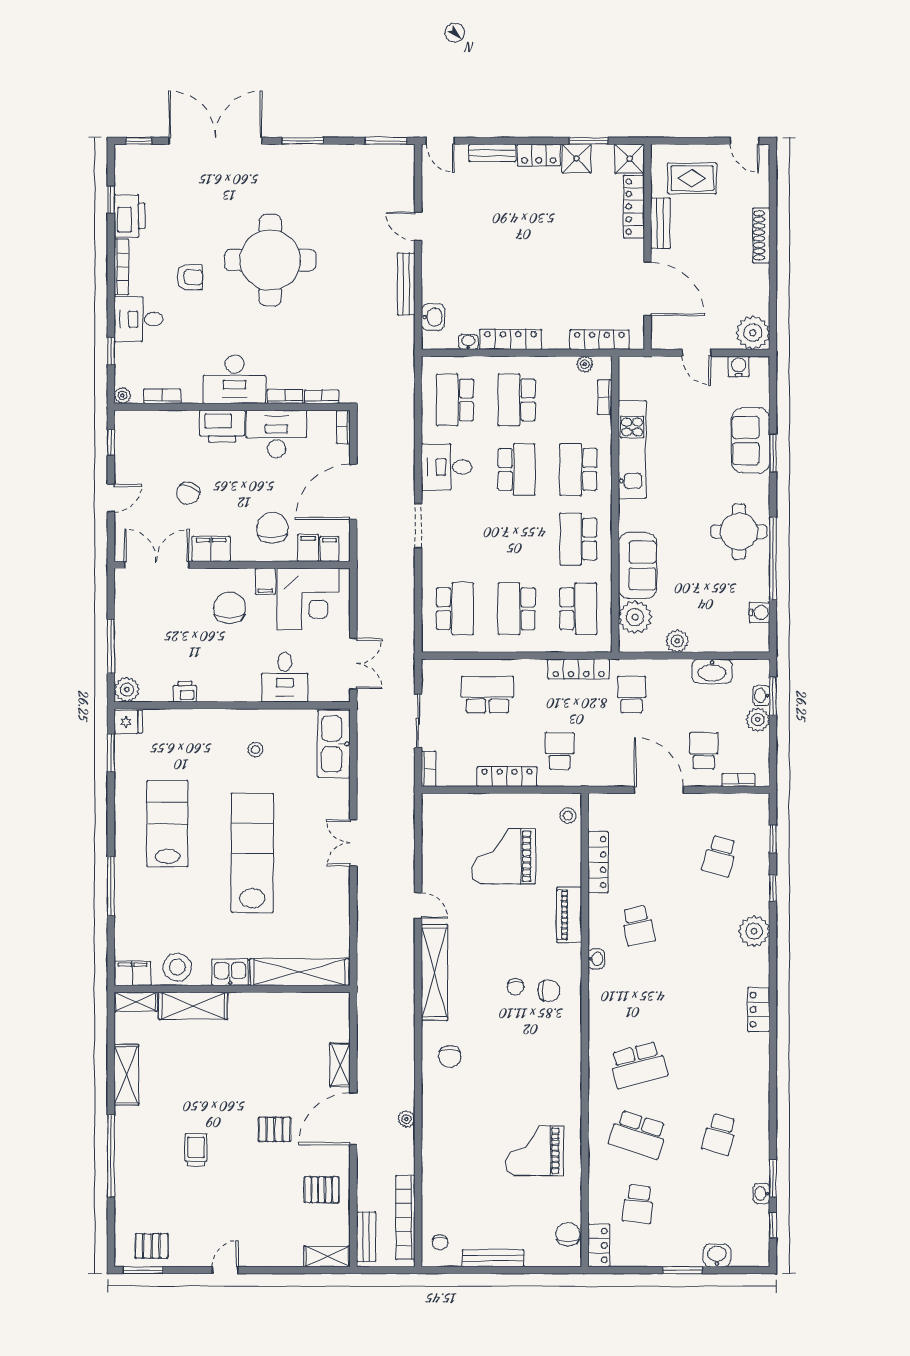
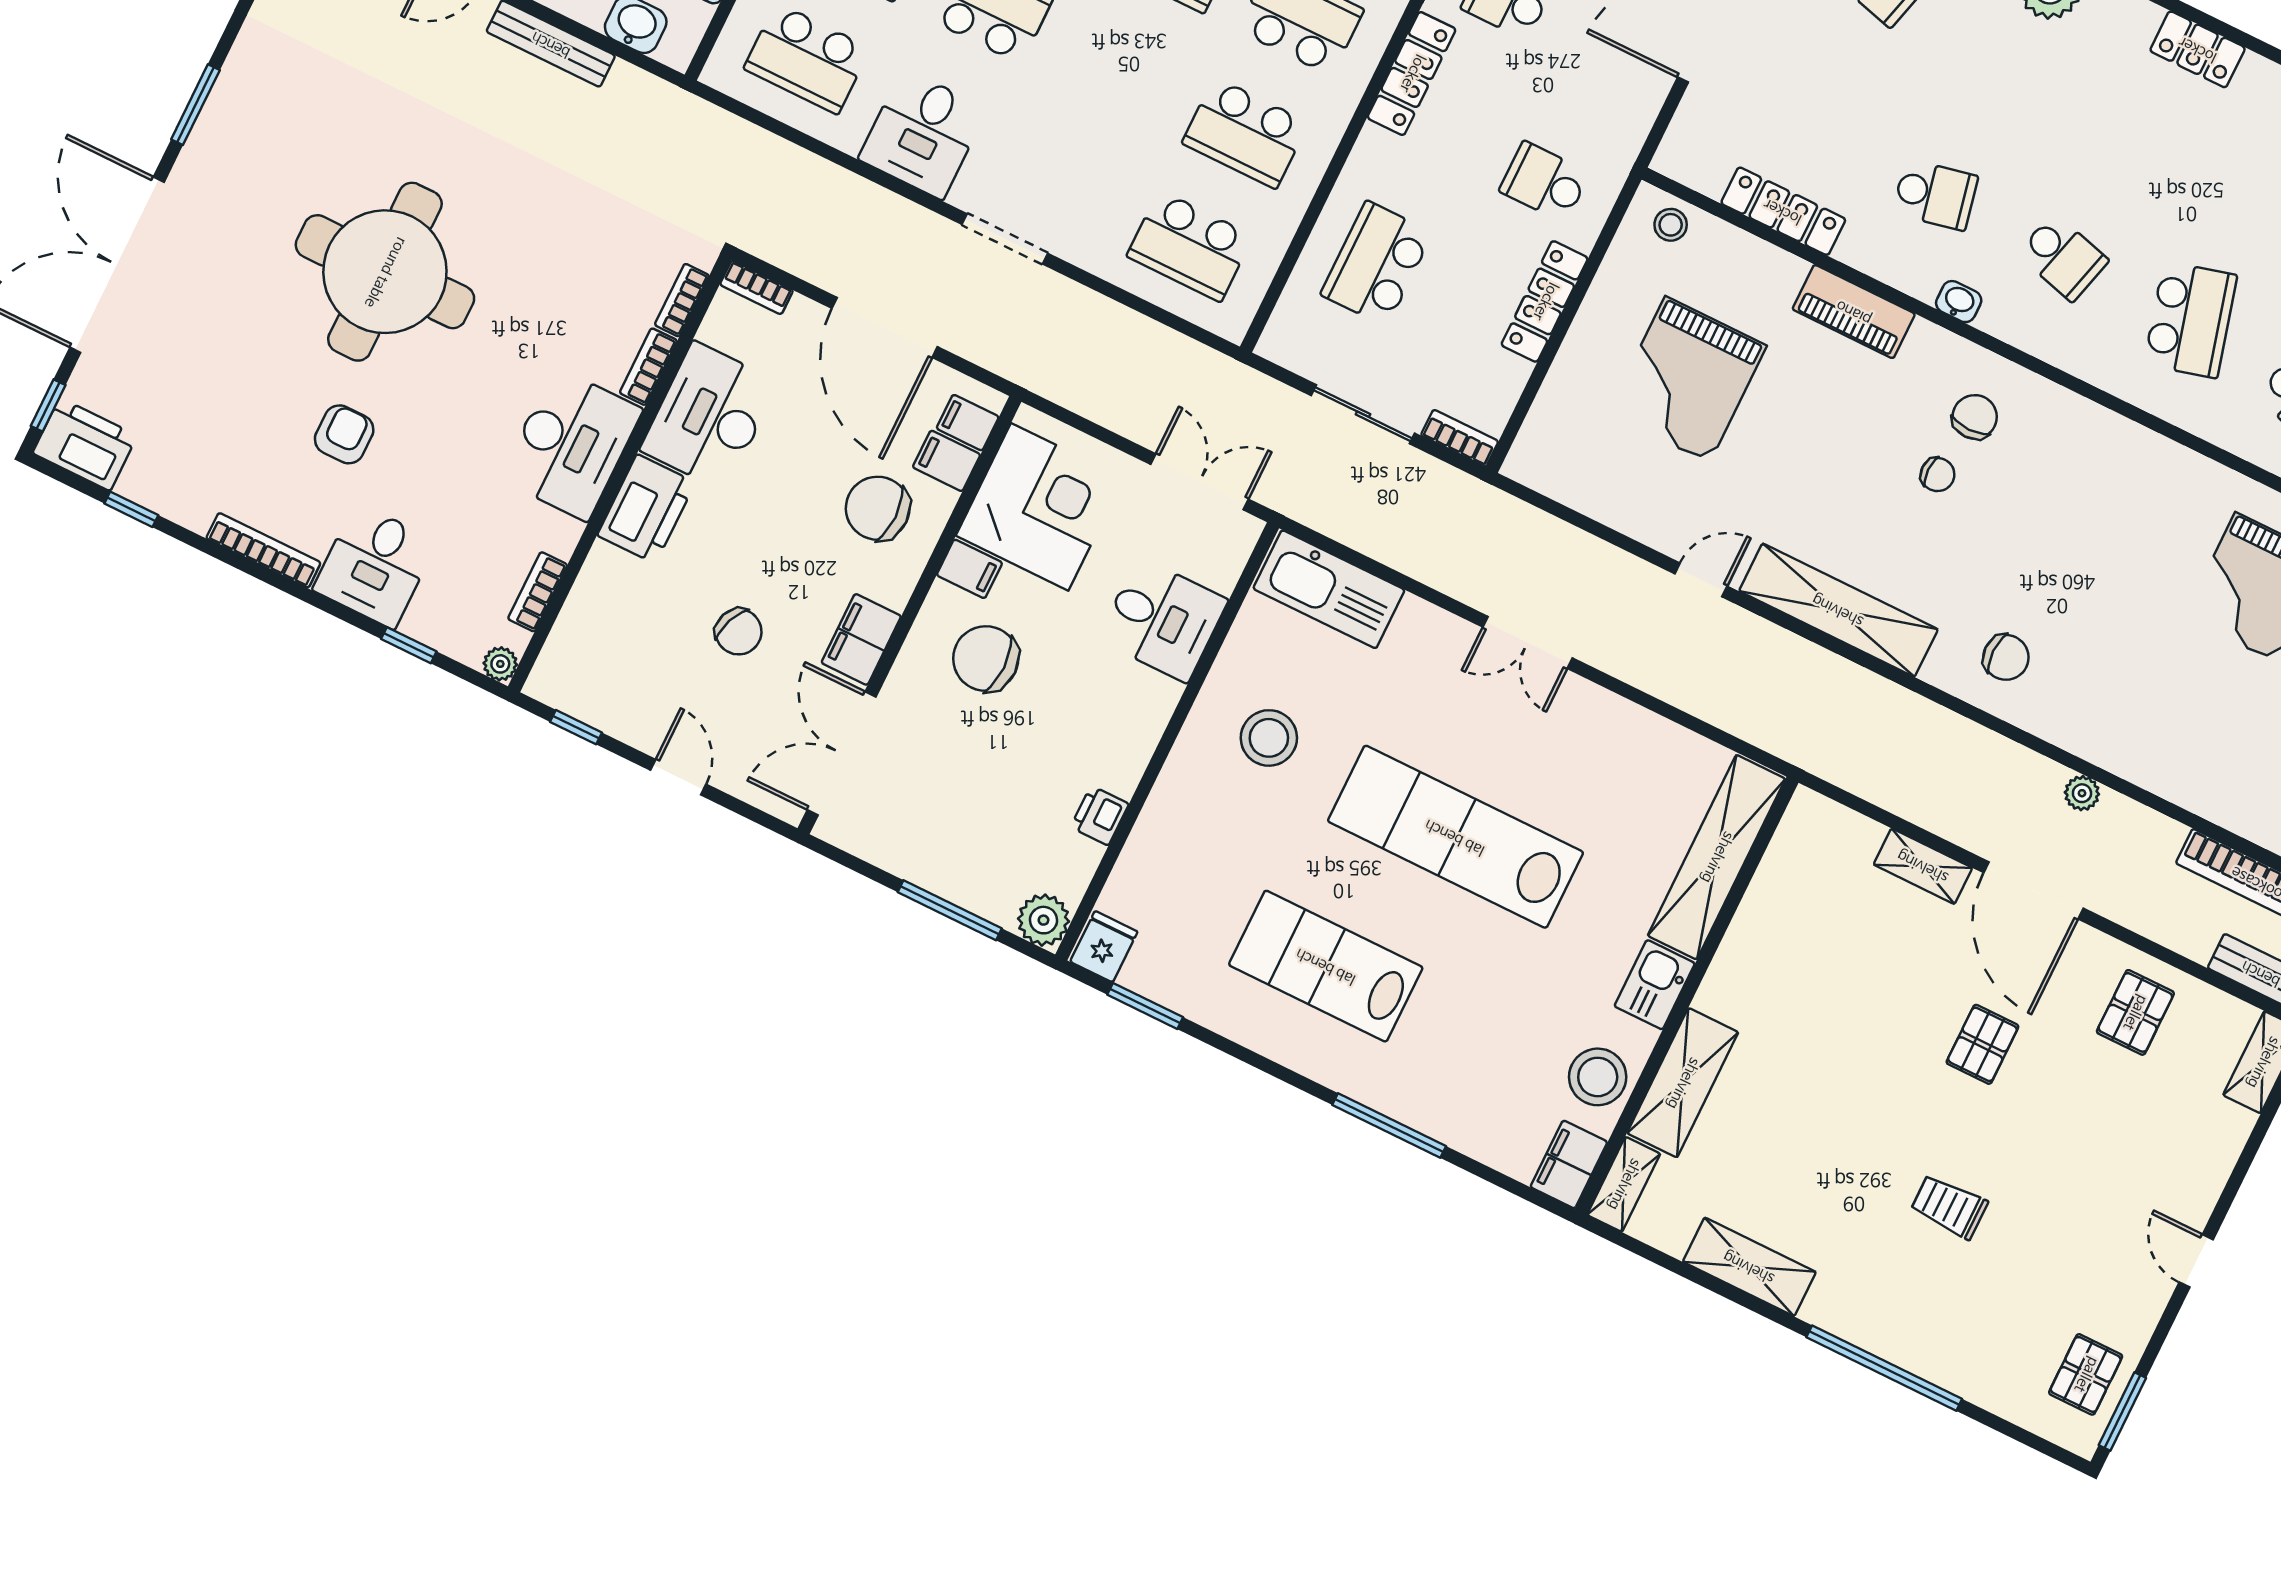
printer: (130, 216) -> (85, 444), moved
school desk: (455, 609) -> (1190, 246), turned 180
stool: (256, 749) -> (1269, 738), width x1.89, depth x1.89
school desk: (638, 995) -> (2063, 257), added

